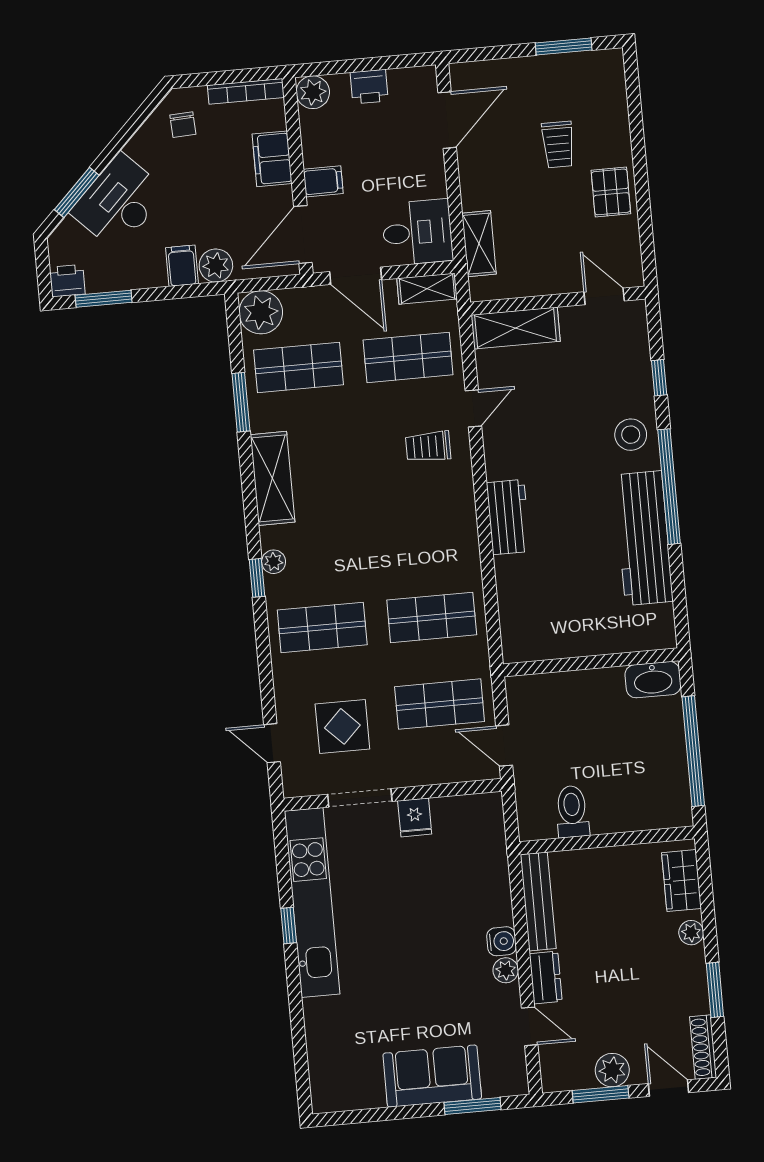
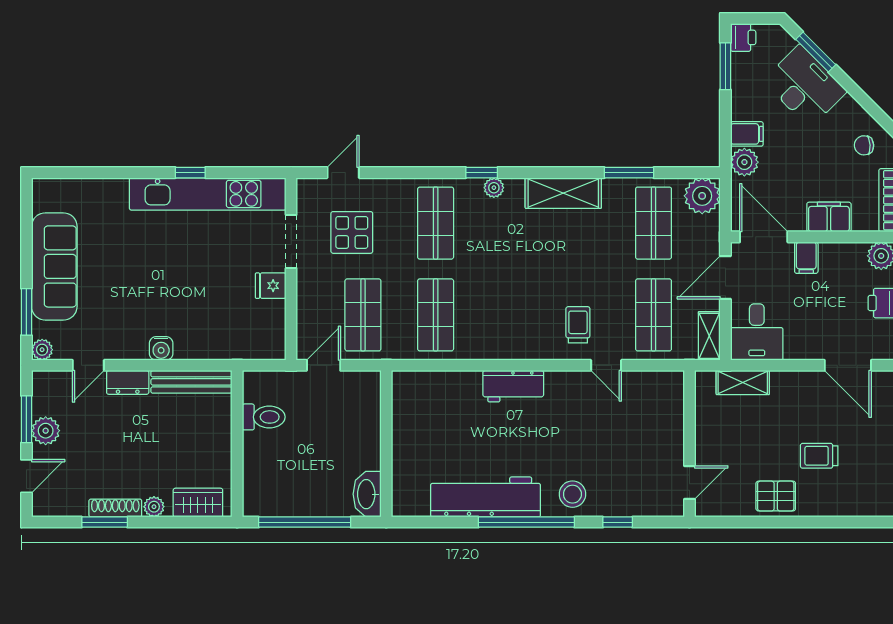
shelving: (516, 328) -> (670, 407), removed
plant: (506, 970) -> (42, 350), moved
shoe rack: (703, 1047) -> (115, 508), moved
sofa: (432, 1076) -> (54, 266), width x1.36

